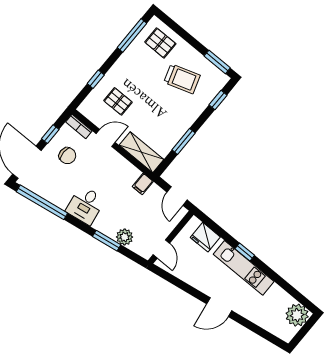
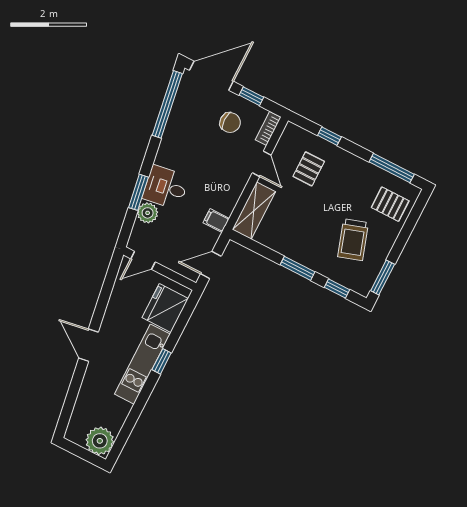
pallet: (160, 43) -> (390, 204), turned 90
window: (184, 141) -> (298, 268), moved
chair: (67, 156) -> (230, 123), turned -90
desk: (86, 205) -> (166, 187), moved
fridge: (205, 237) -> (165, 308), width x1.36, depth x1.34

